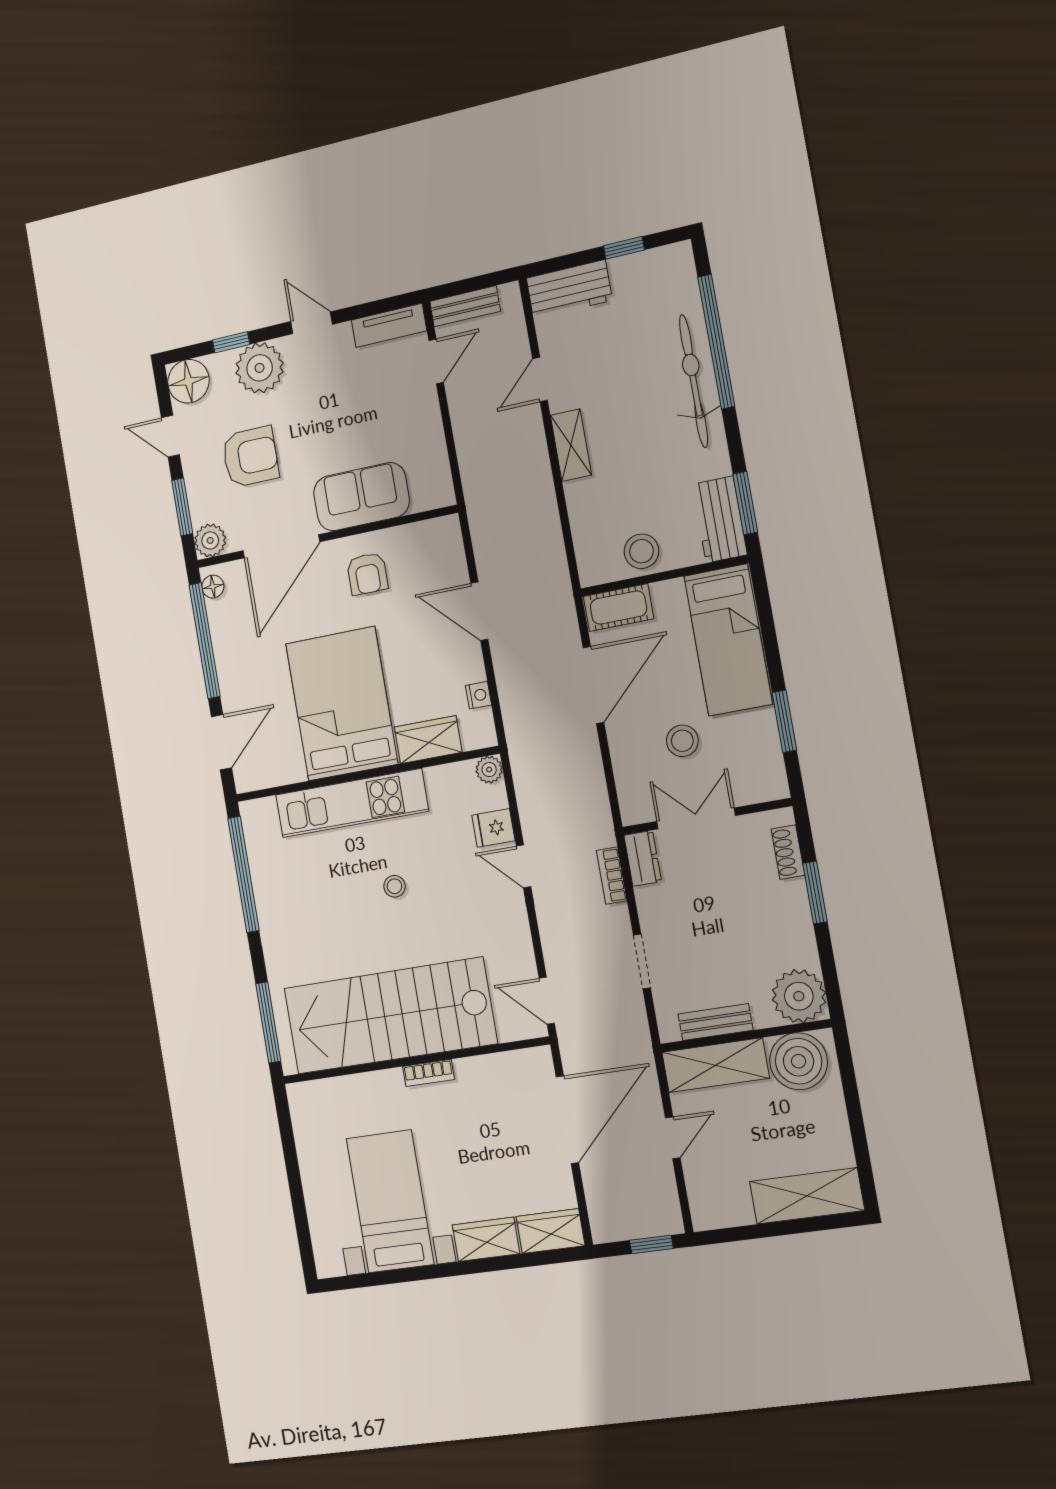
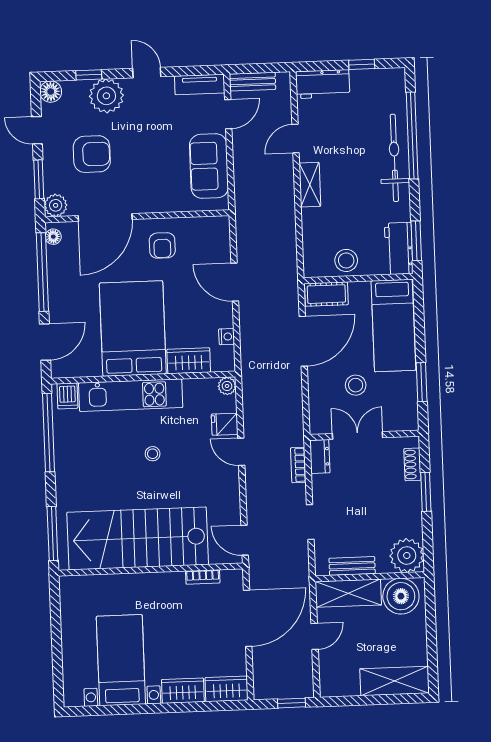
floor lamp: (188, 381) -> (51, 92), width x0.73, depth x0.73
sofa: (361, 497) -> (209, 166), moved, turned -90
dishwasher: (263, 817) -> (67, 396), added
bookcase: (429, 1073) -> (203, 577), moved

